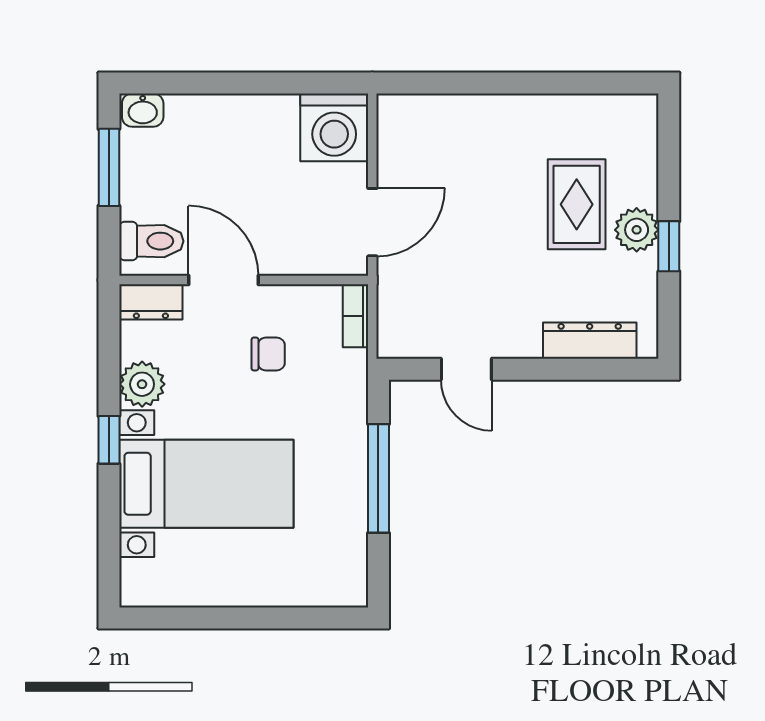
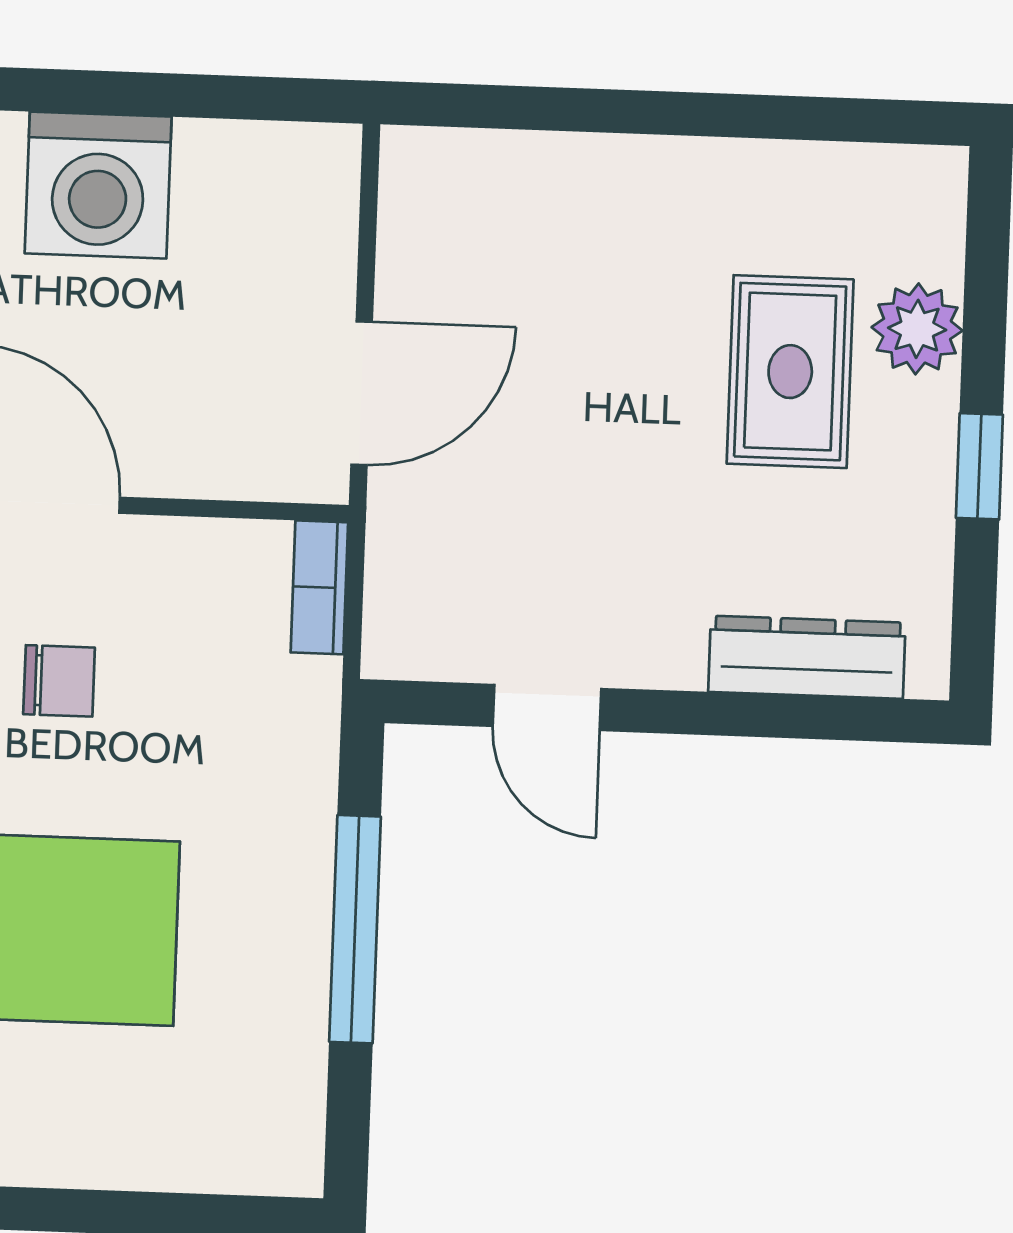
washing machine: (334, 127) -> (98, 185), moved
plant: (637, 230) -> (917, 329), moved
chair: (268, 354) -> (59, 681), moved

